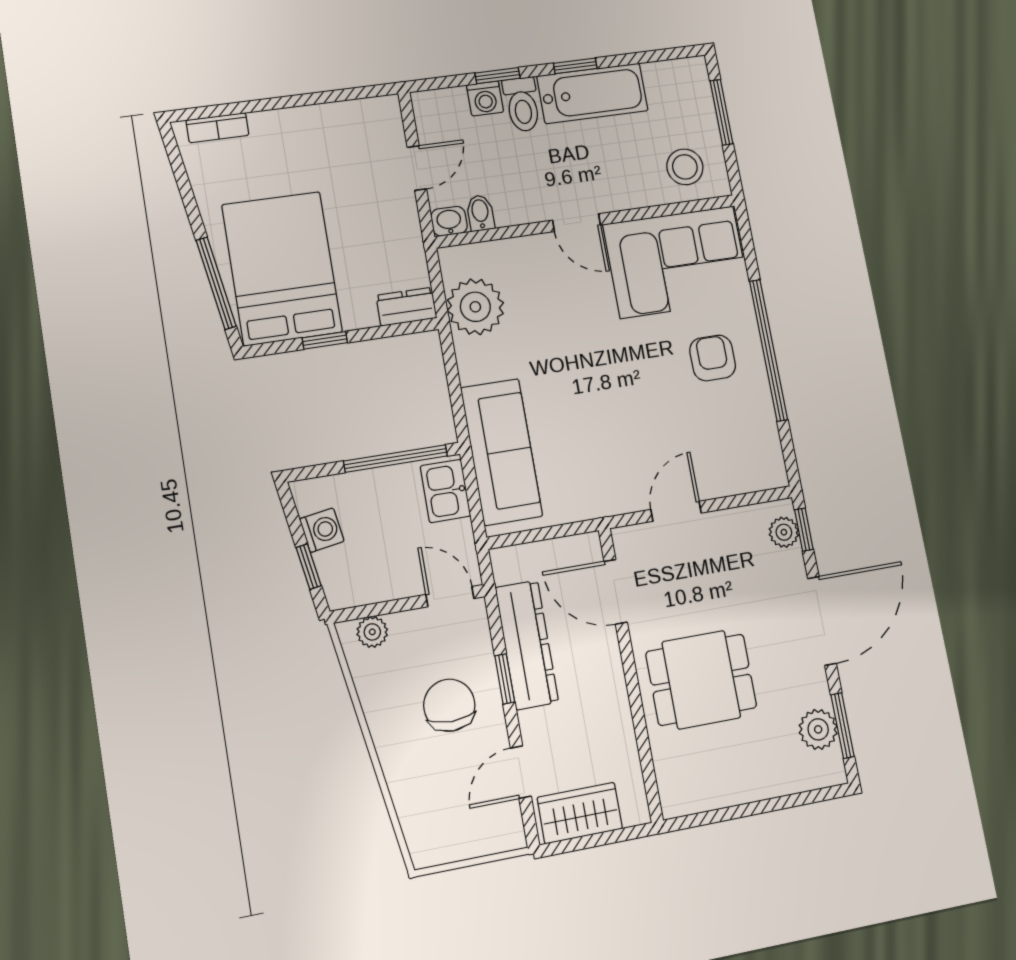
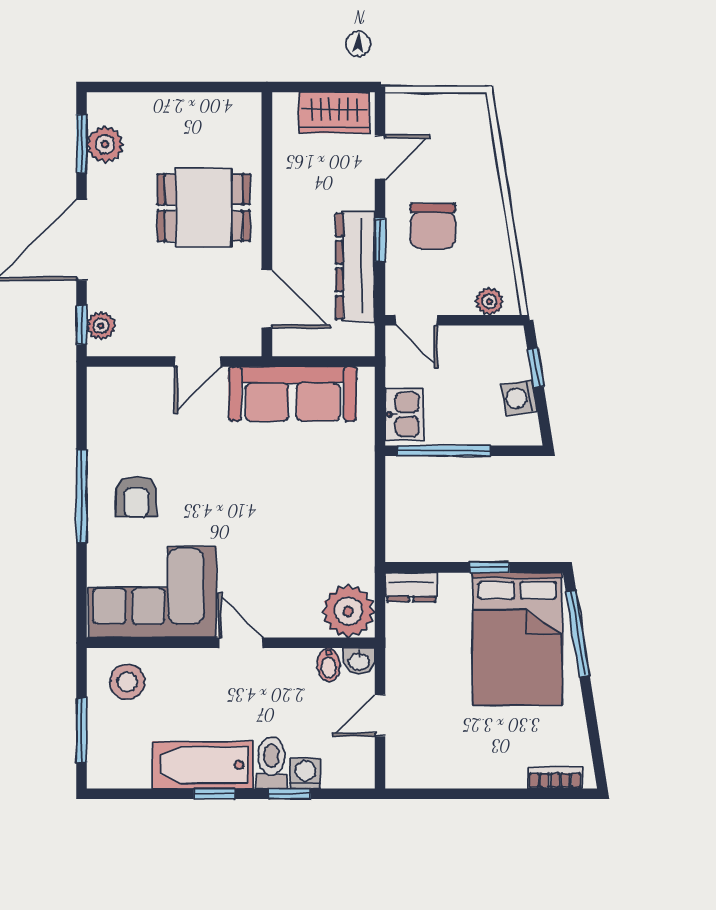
plant: (475, 307) -> (348, 611), moved
window: (768, 350) -> (82, 496), width x0.68
sofa: (501, 452) -> (293, 394), moved, turned -90

